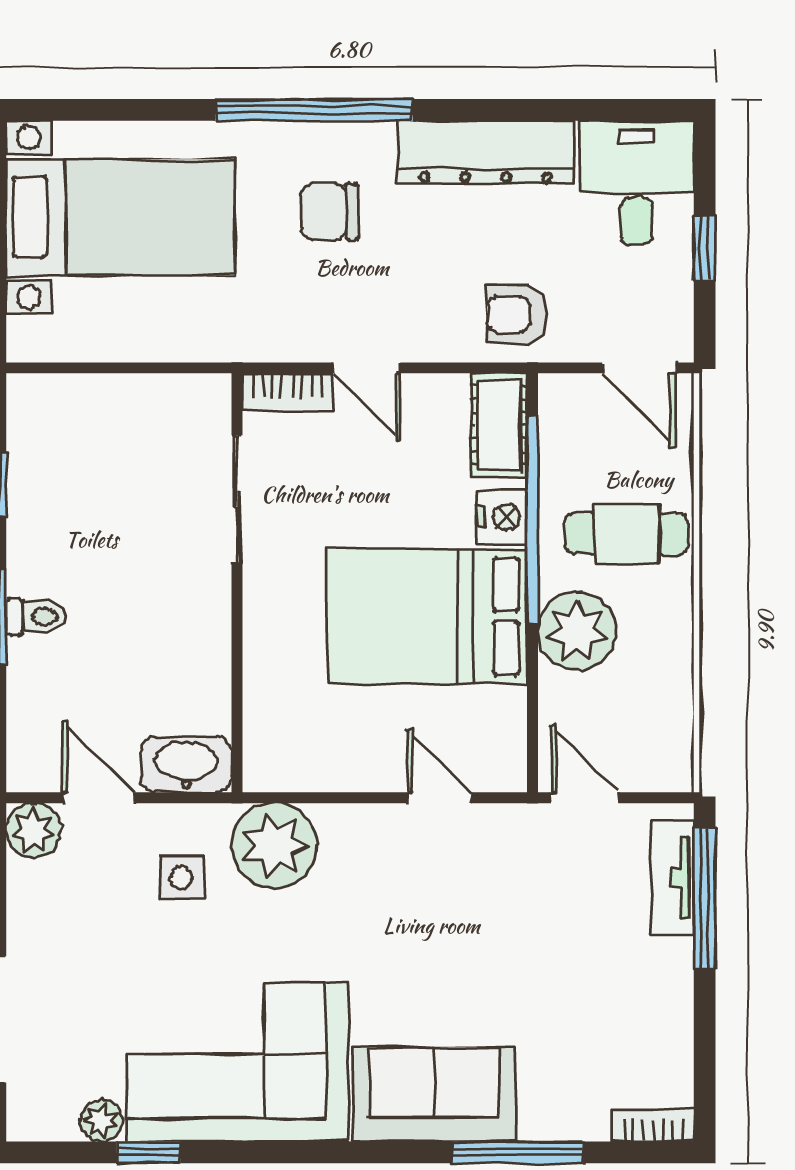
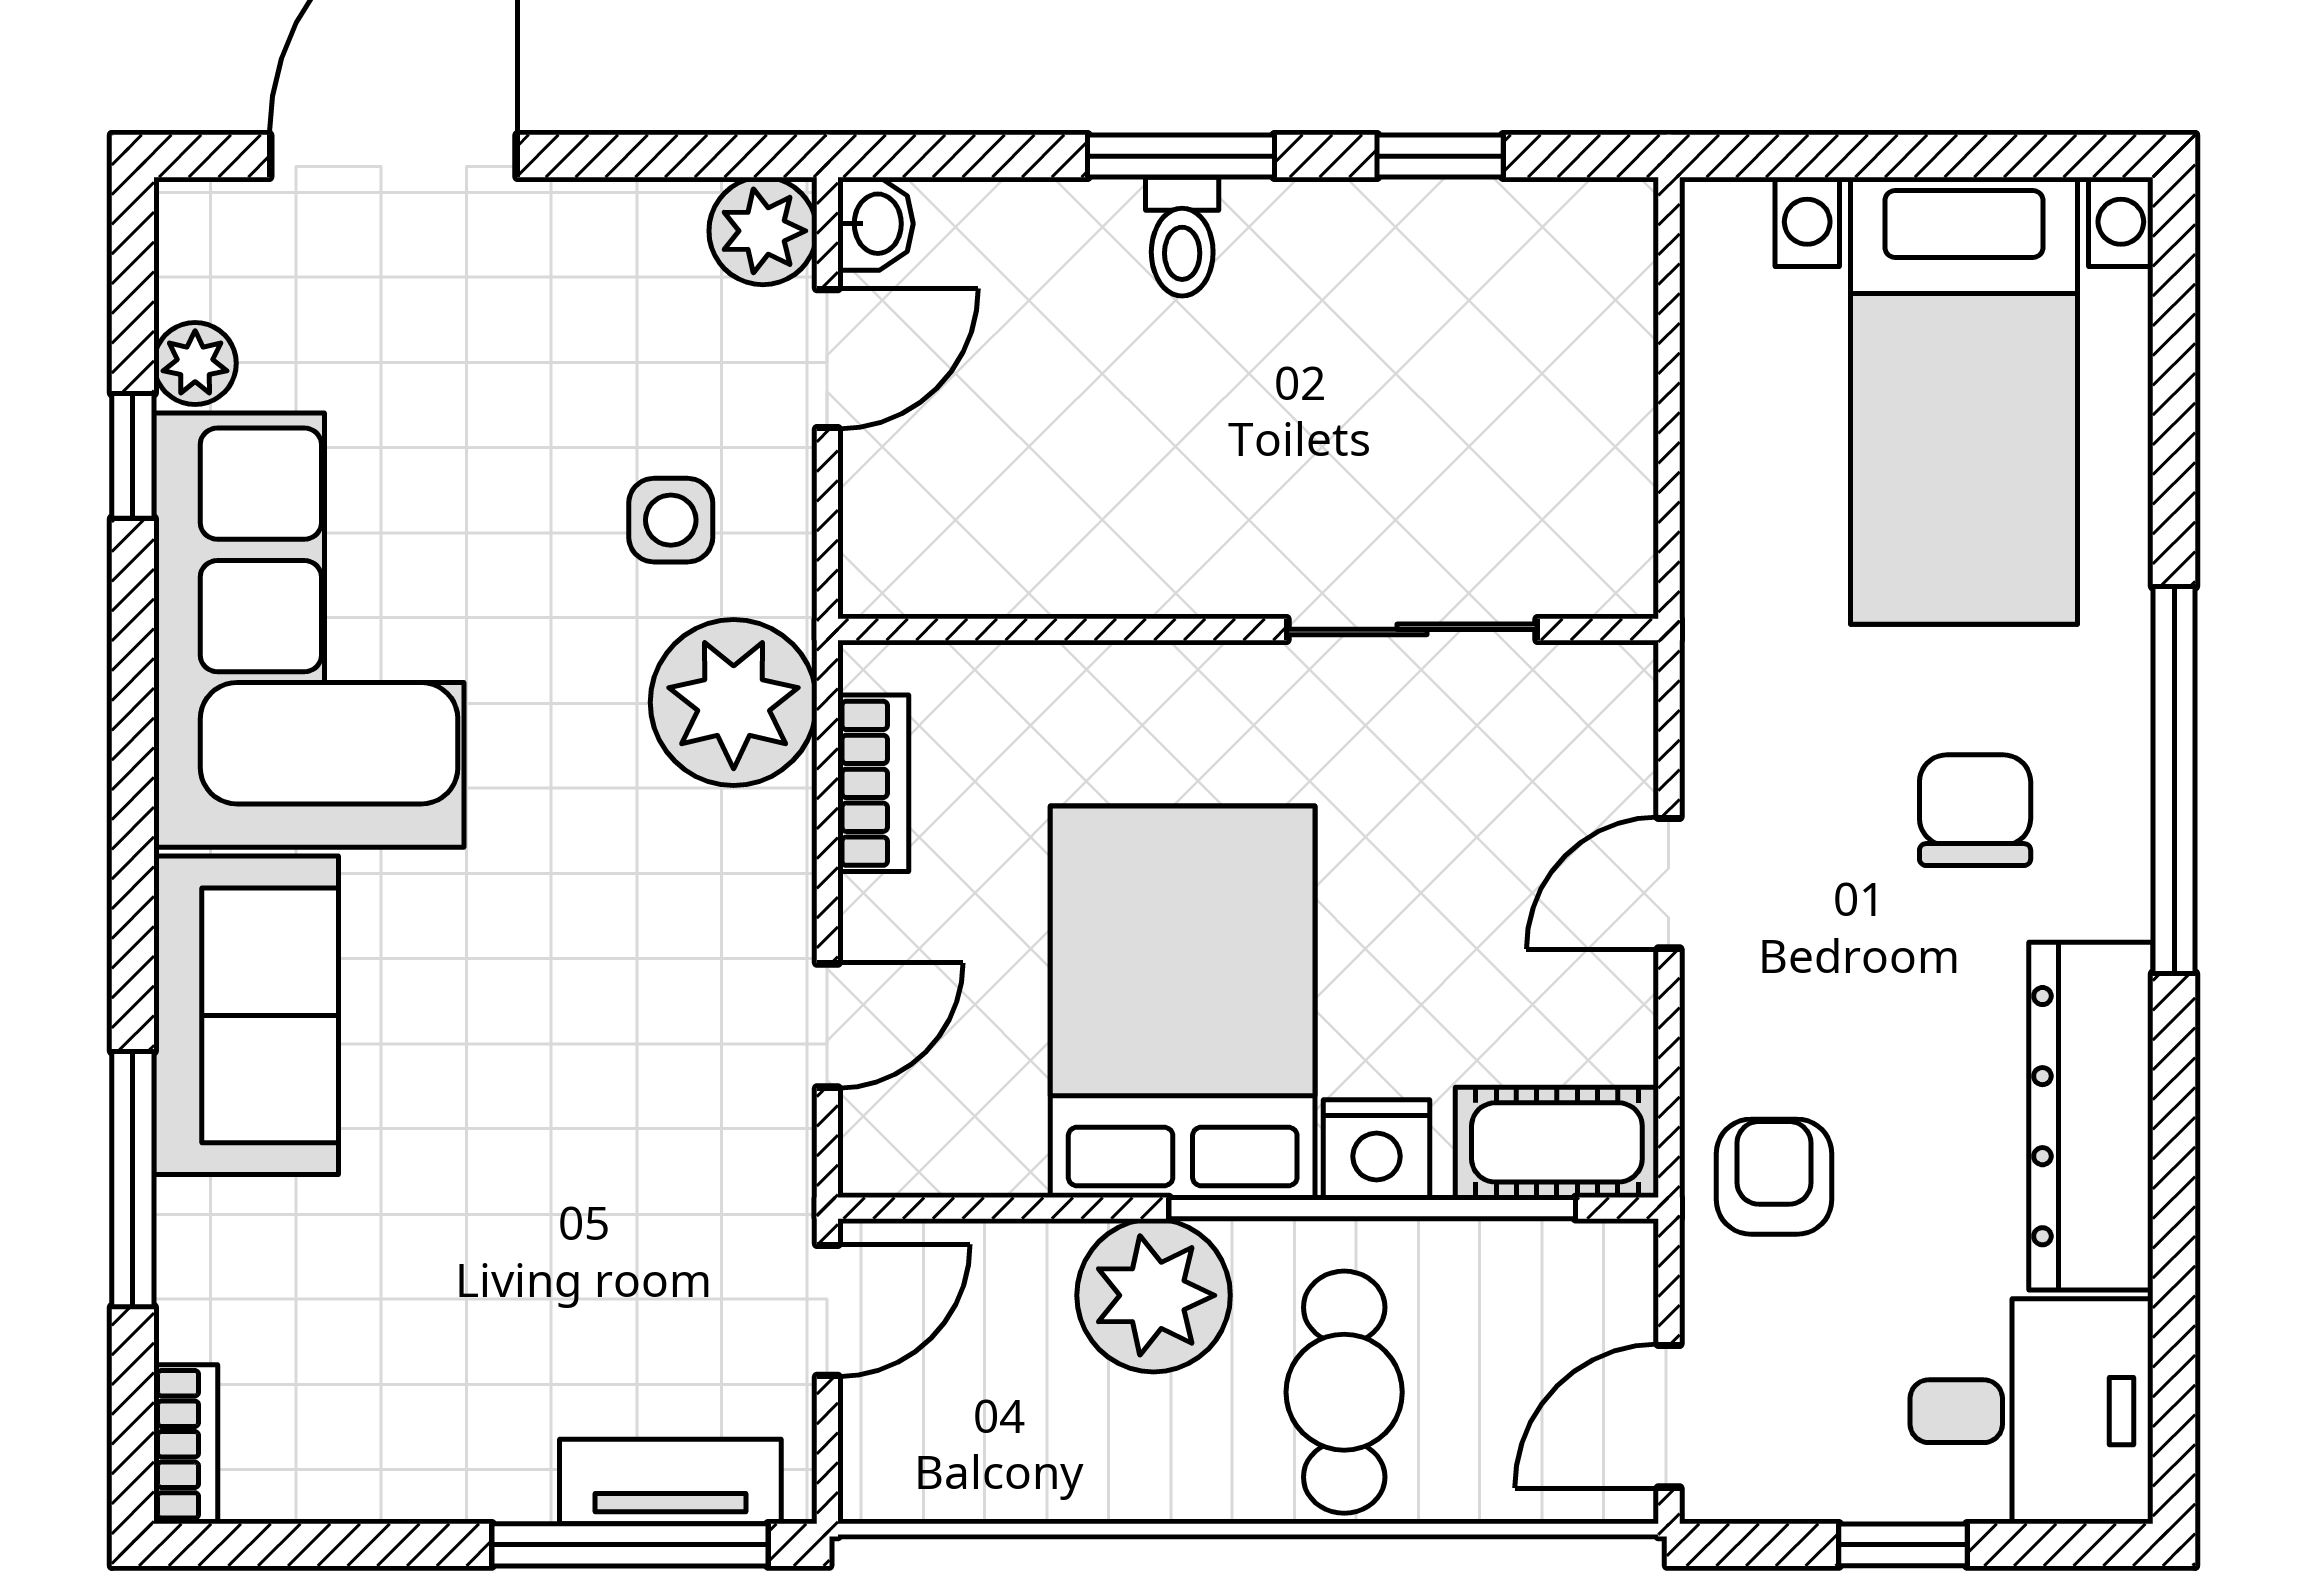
bookcase: (288, 391) -> (873, 783), moved, turned 180
washbasin: (186, 764) -> (875, 224), moved, width x0.52, depth x0.69

